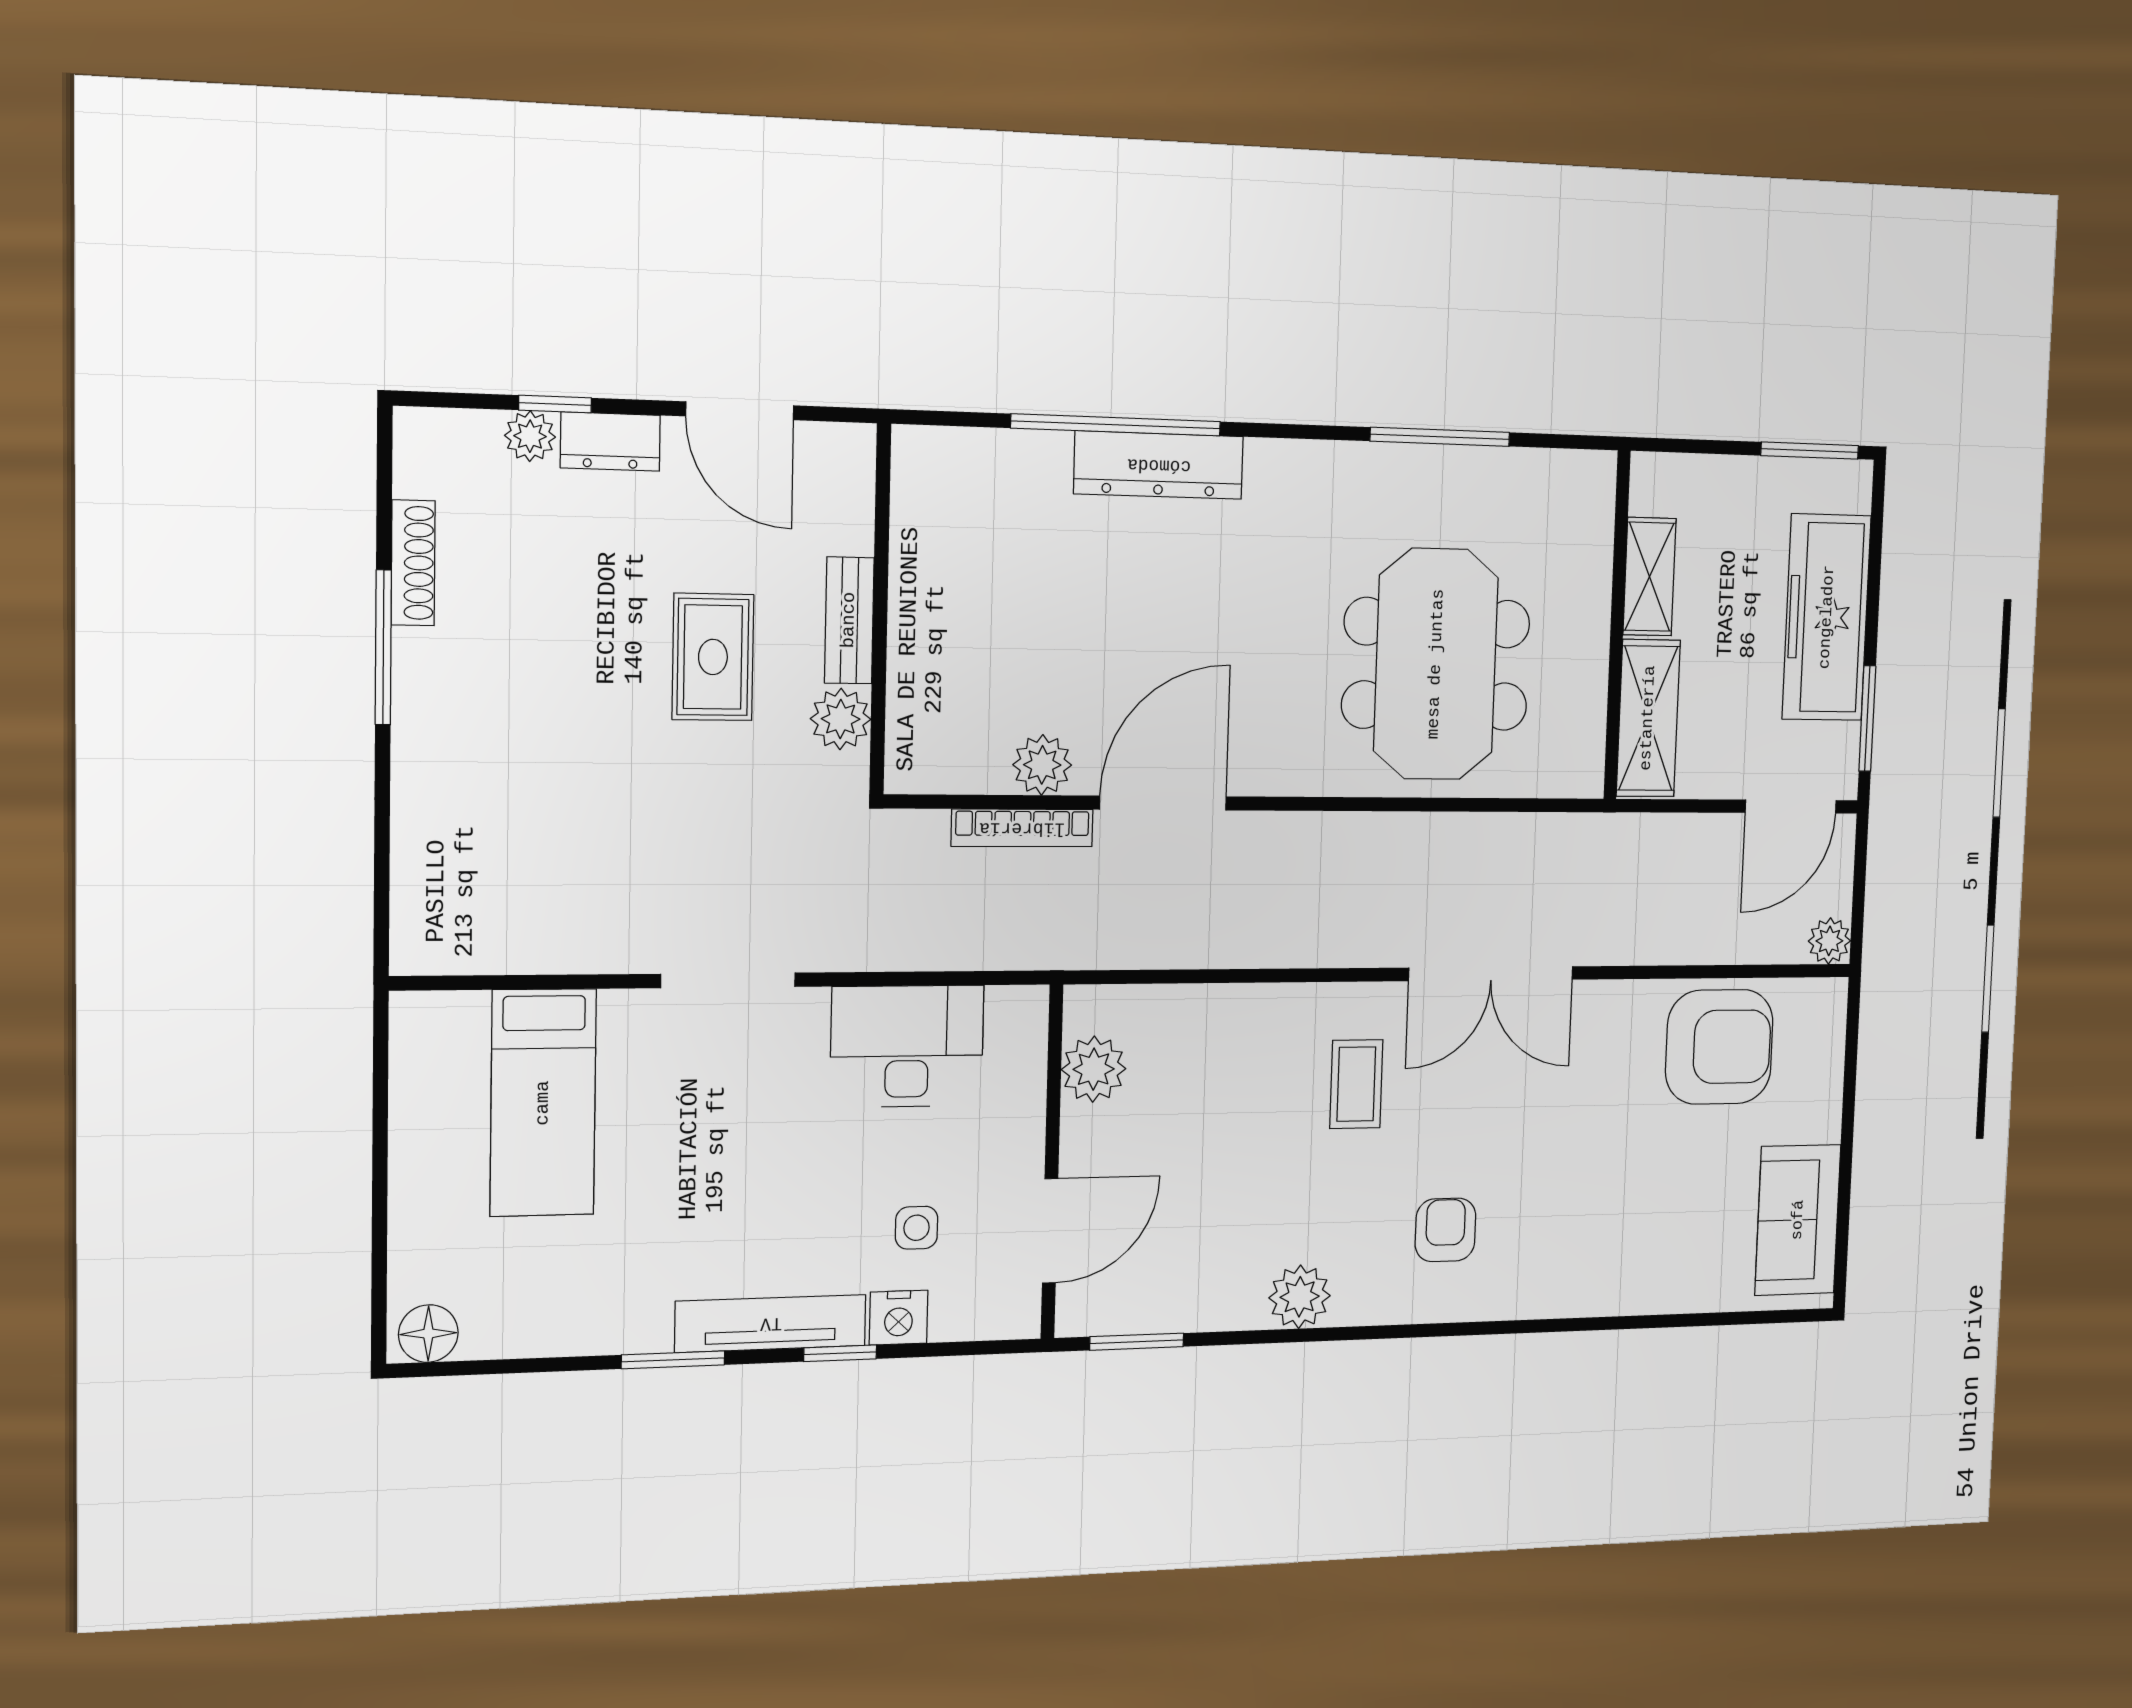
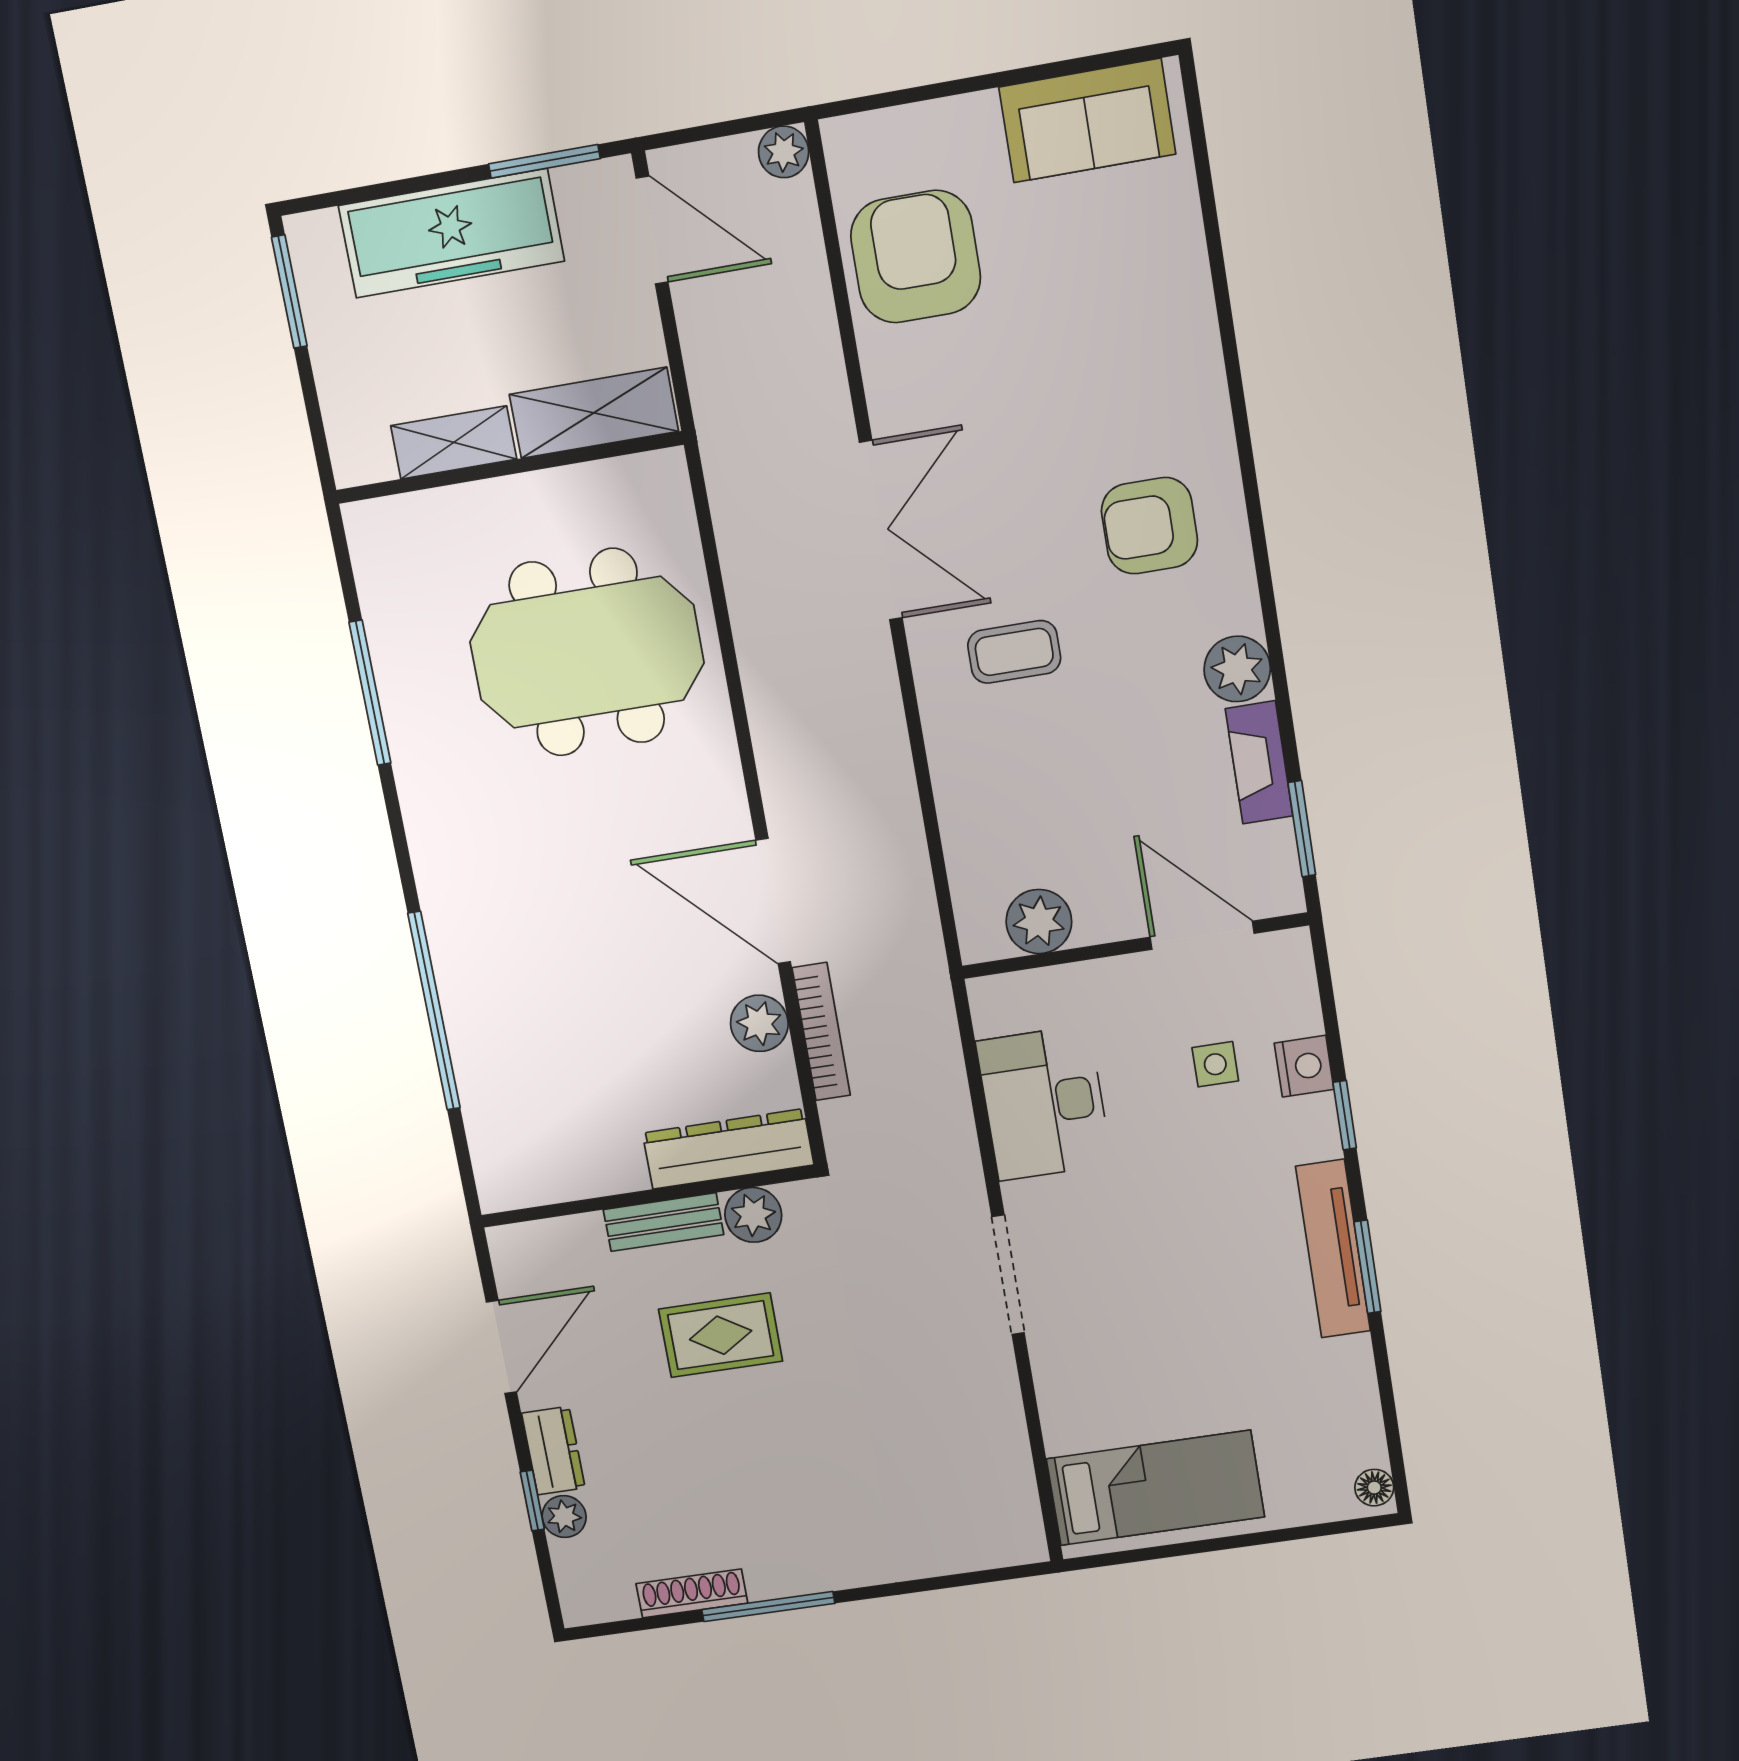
dresser: (1159, 465) -> (728, 1149), moved, turned -90
bed: (543, 1103) -> (1155, 1488), moved
armchair: (1445, 1230) -> (1149, 526), width x1.38, depth x1.38
fireplace: (1208, 1307) -> (1259, 762), added
tv unit: (771, 1323) -> (1333, 1249), moved
floor lamp: (428, 1334) -> (1374, 1488), width x0.73, depth x0.73

